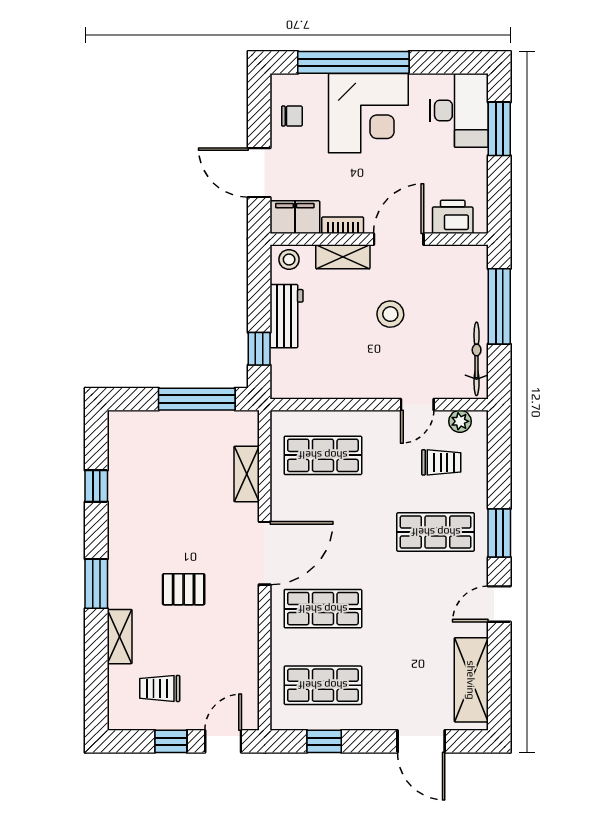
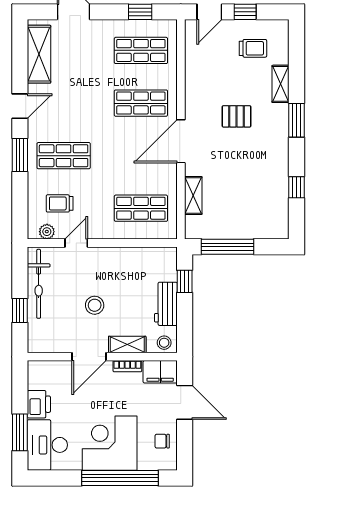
printer: (453, 217) -> (39, 404), moved, turned -90
window: (499, 306) -> (20, 310), width x0.46
bicycle: (477, 359) -> (39, 284), width x1.37, depth x1.40

